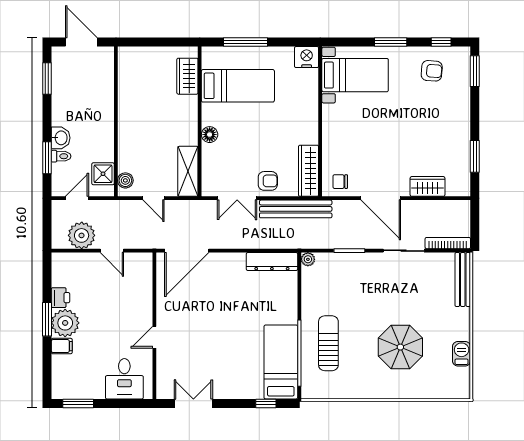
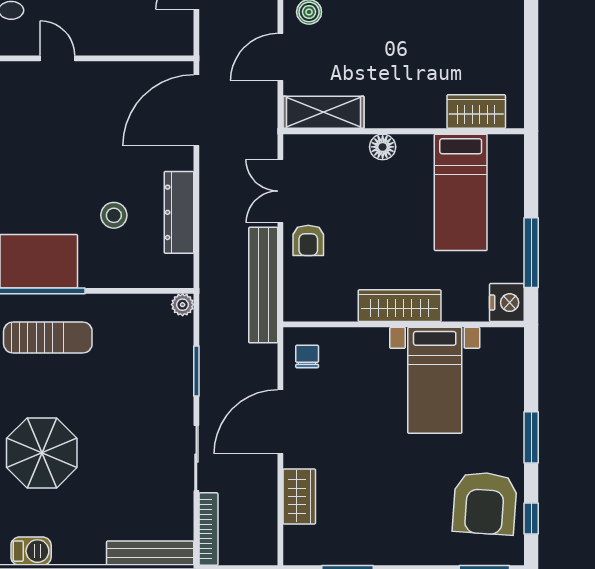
window: (245, 42) -> (531, 253), moved
armchair: (432, 71) -> (485, 503), width x1.88, depth x1.88
bed with nightstands: (355, 75) -> (435, 380), moved
wardrobe: (309, 171) -> (400, 306), moved
door: (154, 198) -> (280, 57), width x1.38
door: (187, 251) -> (196, 110), hinge flipped
dresser: (272, 262) -> (179, 212), moved
stool: (252, 302) -> (114, 215), added

